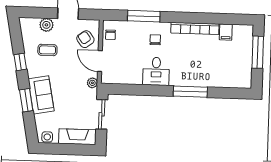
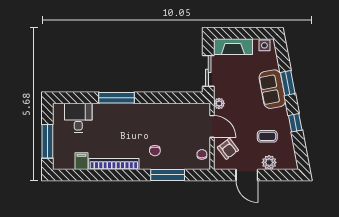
desk: (156, 71) -> (78, 118), moved

